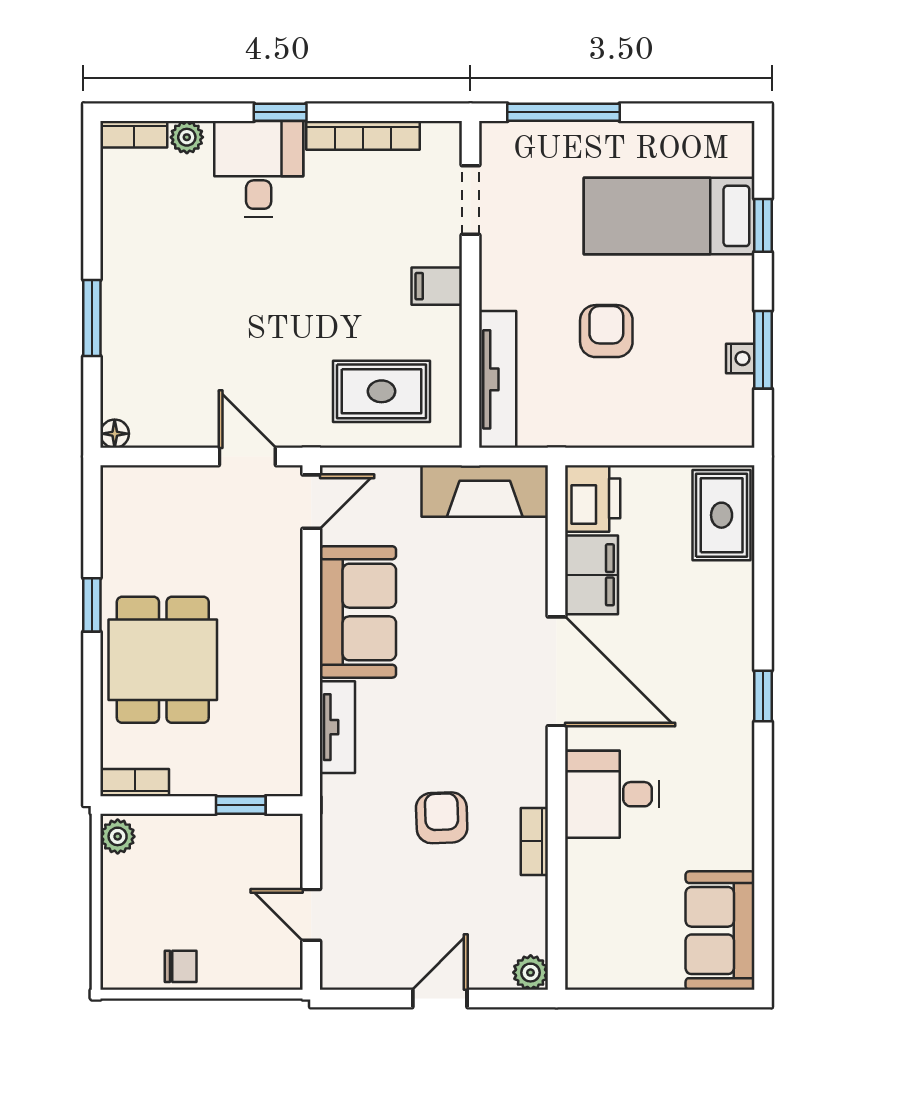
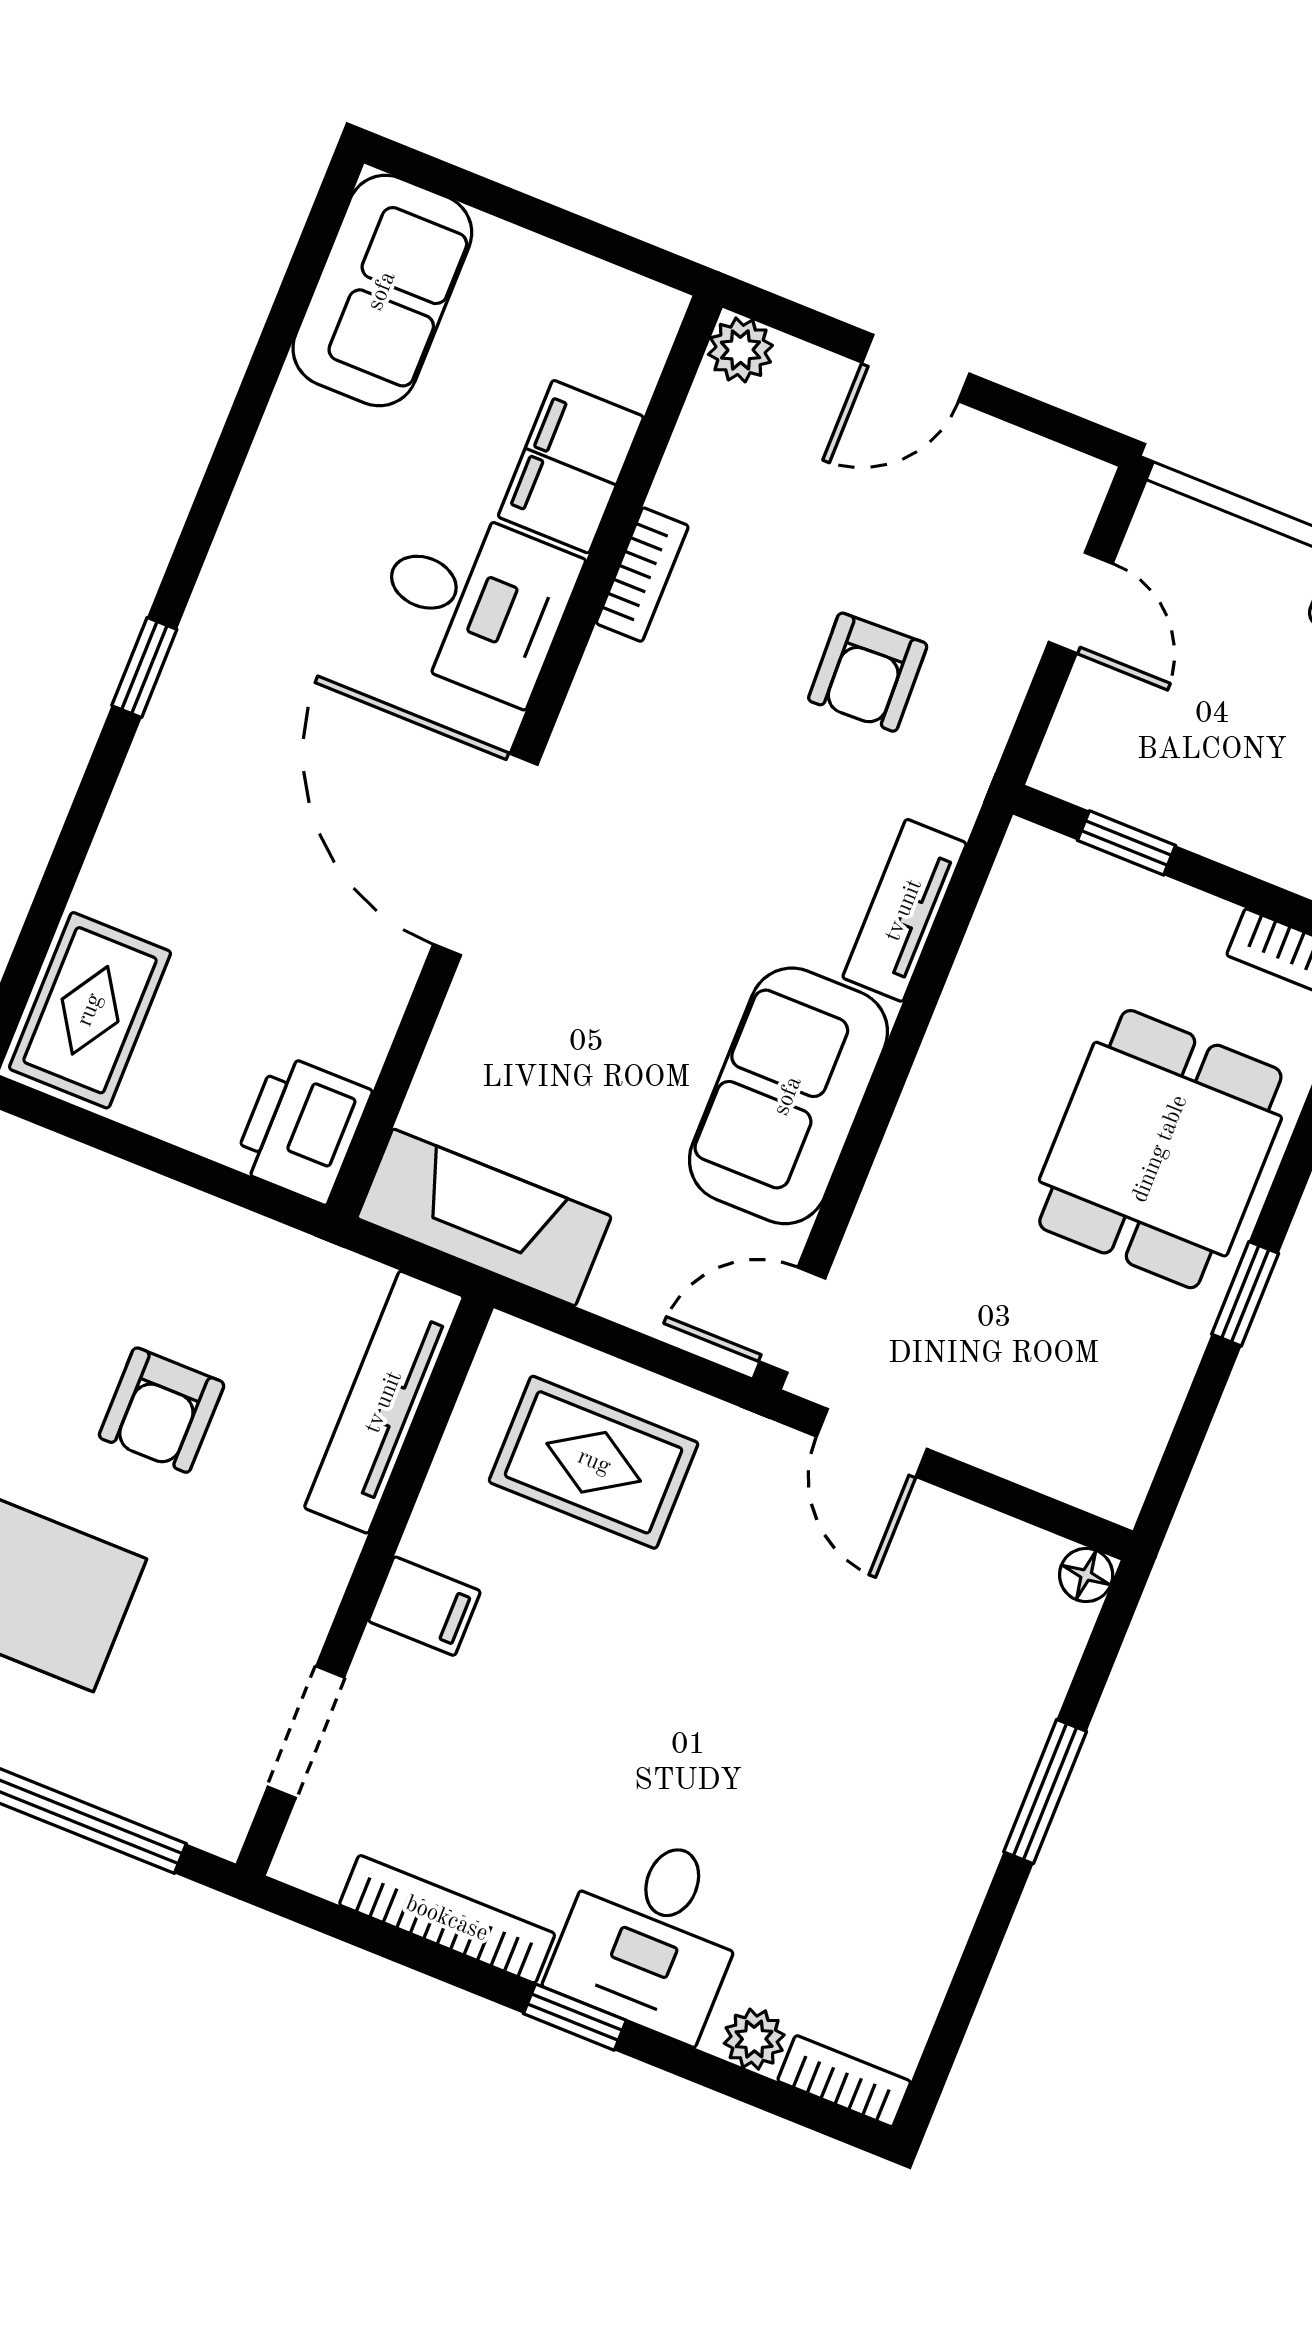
filing cabinet: (591, 575) -> (571, 467), moved
armchair: (442, 818) -> (868, 672), moved

